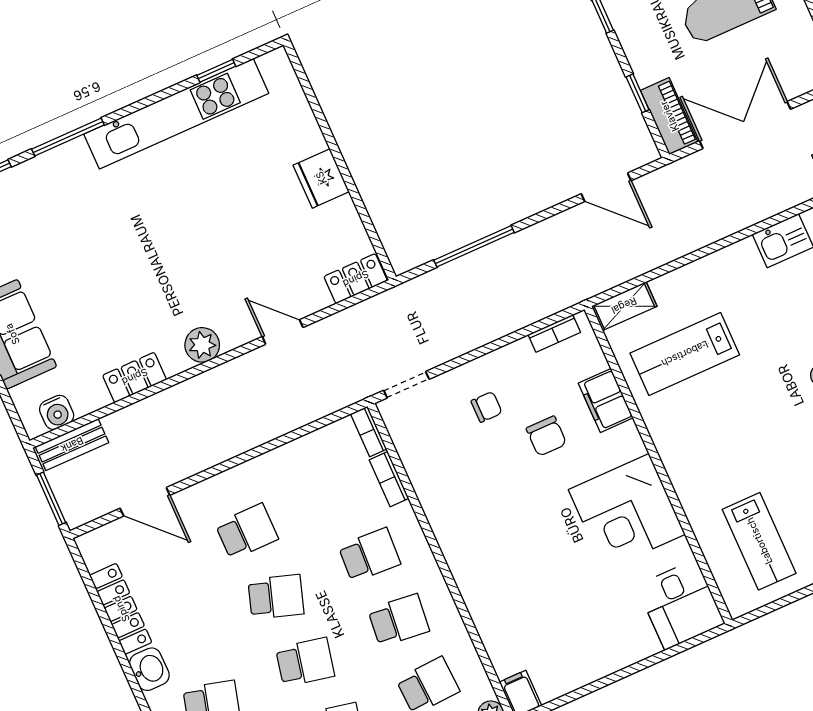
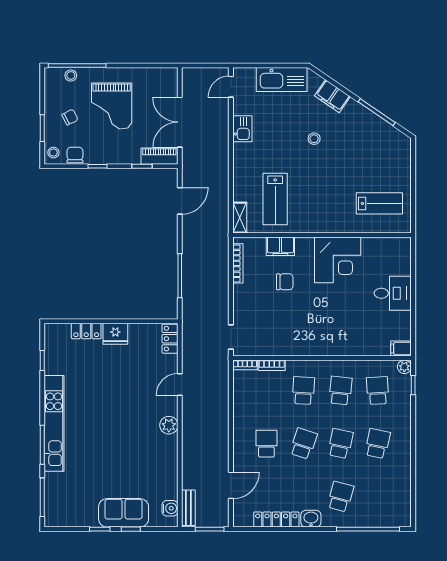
kitchen unit: (176, 114) -> (54, 423), moved
bookcase: (554, 333) -> (238, 263), width x1.56
locker: (135, 377) -> (86, 331), moved, turned -90
chair: (487, 407) -> (258, 304), removed
desk: (680, 605) -> (393, 293), moved

